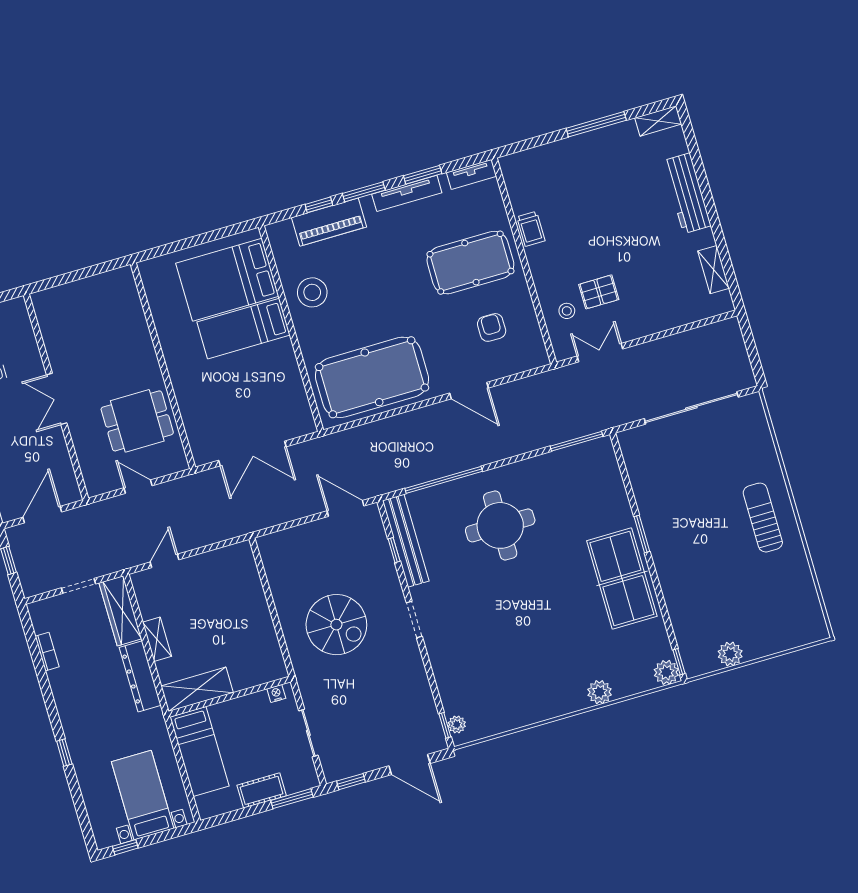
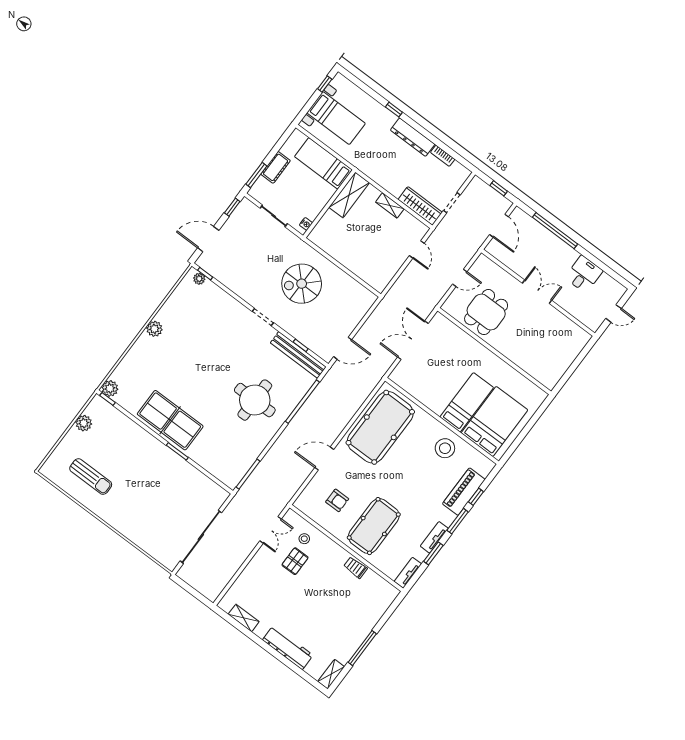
tv unit: (407, 193) -> (434, 537), width x0.71
sun lounger: (763, 518) -> (91, 477), moved
dresser: (140, 676) -> (413, 137), moved, turned 180
plant: (600, 692) -> (154, 329), moved

